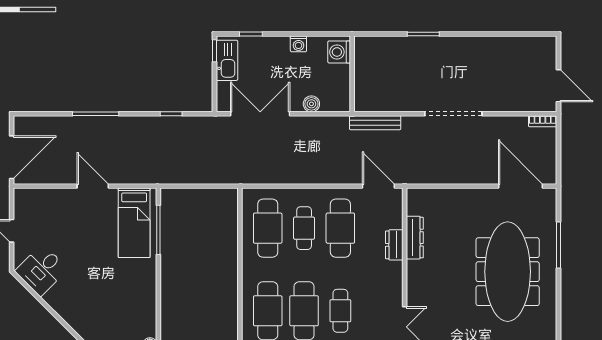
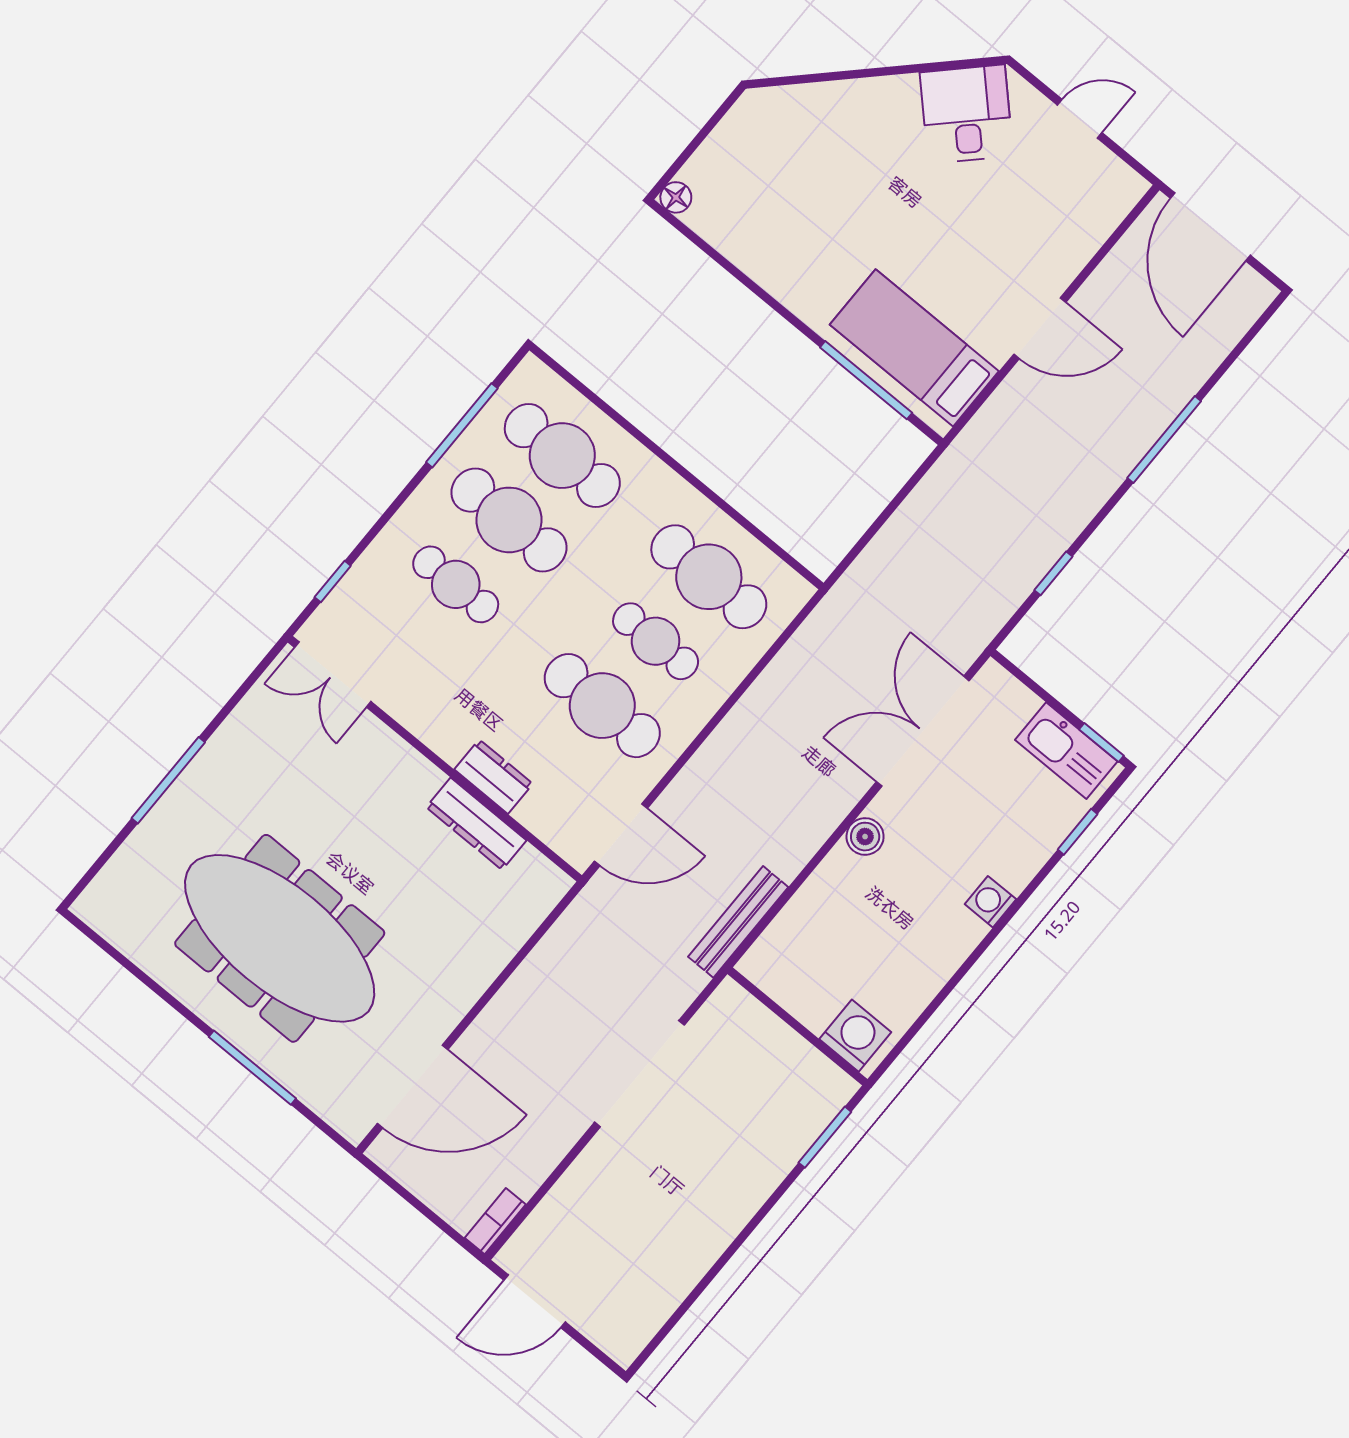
washing machine: (339, 52) -> (855, 1036), moved
wall: (352, 74) -> (797, 1027), moved
double door: (260, 114) -> (923, 731), swing flipped

